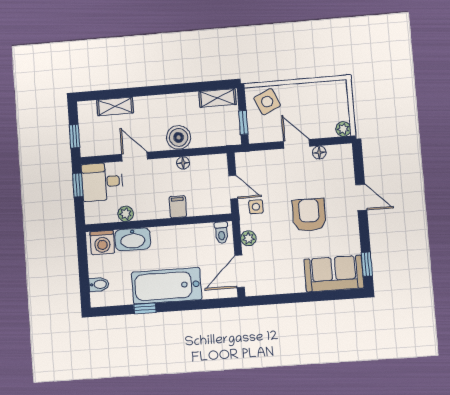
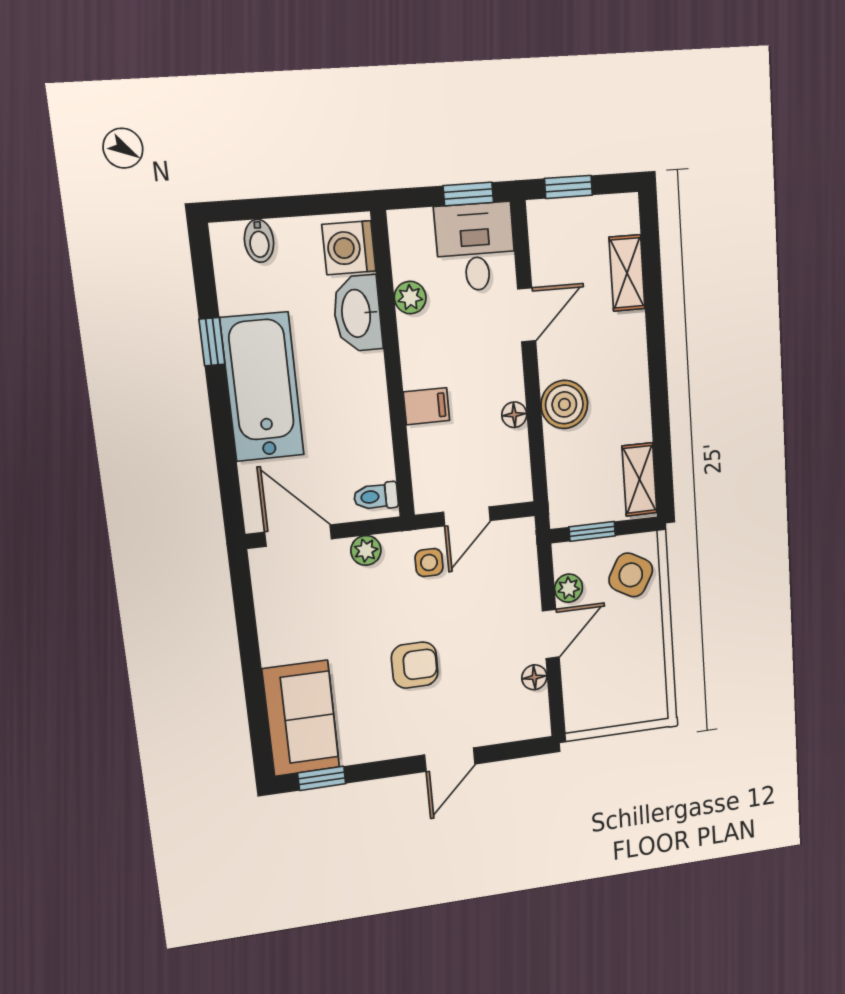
side table: (267, 102) -> (631, 575), turned -37
plant: (343, 129) -> (569, 588), moved
armchair: (309, 215) -> (415, 665), width x0.72, depth x0.72

